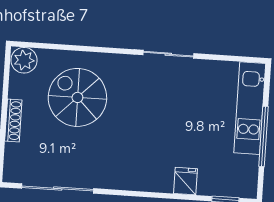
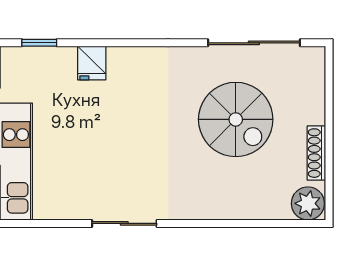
spiral stairs: (77, 97) -> (236, 119), moved
shoe rack: (13, 121) -> (316, 153), moved

